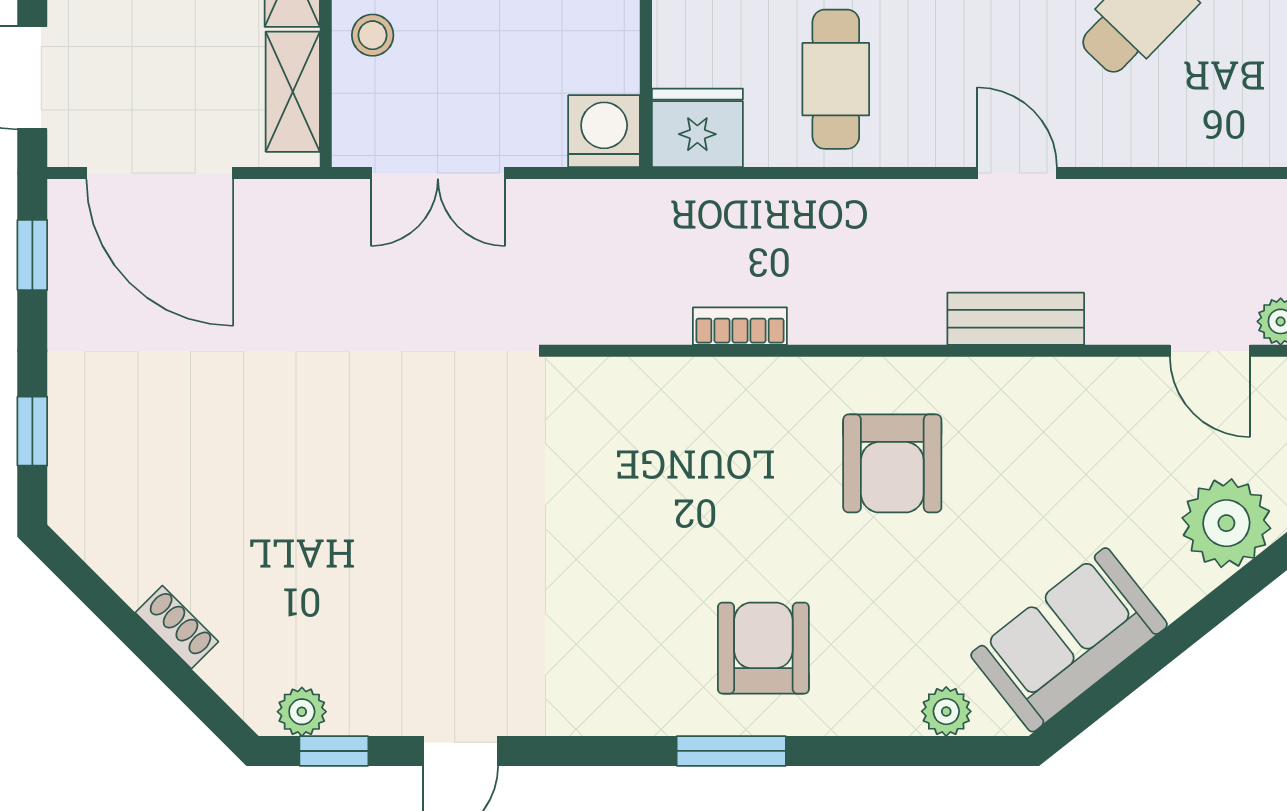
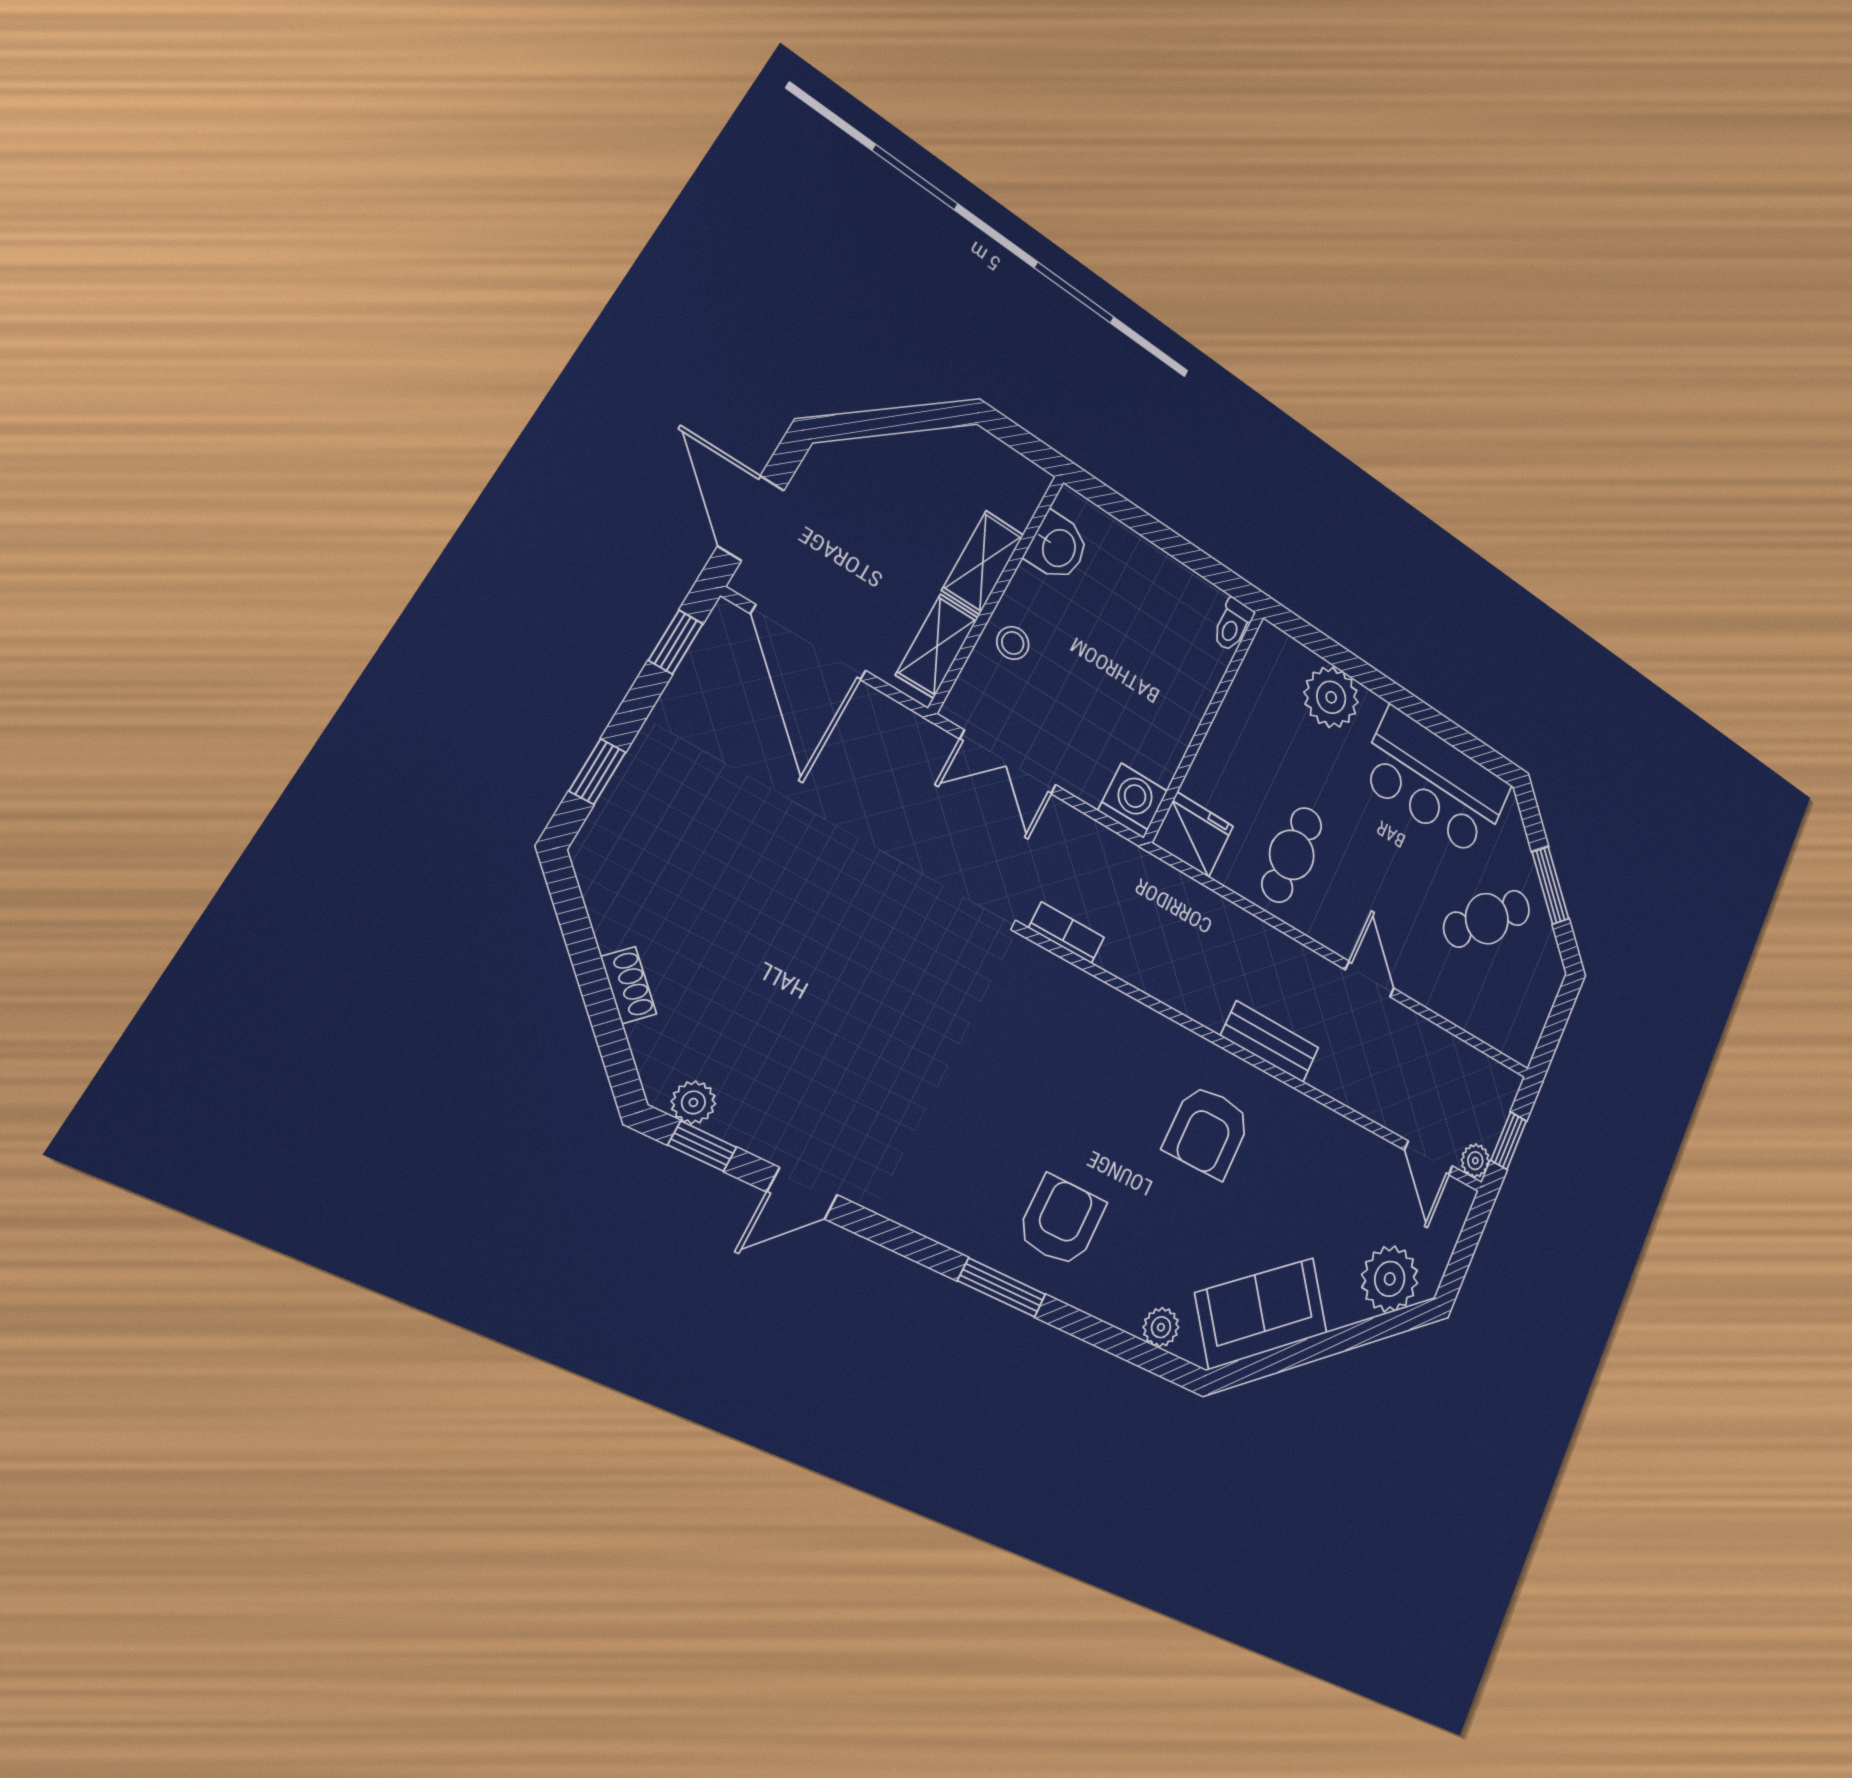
bench: (1016, 319) -> (1270, 1042), moved
bookcase: (740, 326) -> (1067, 933), moved

